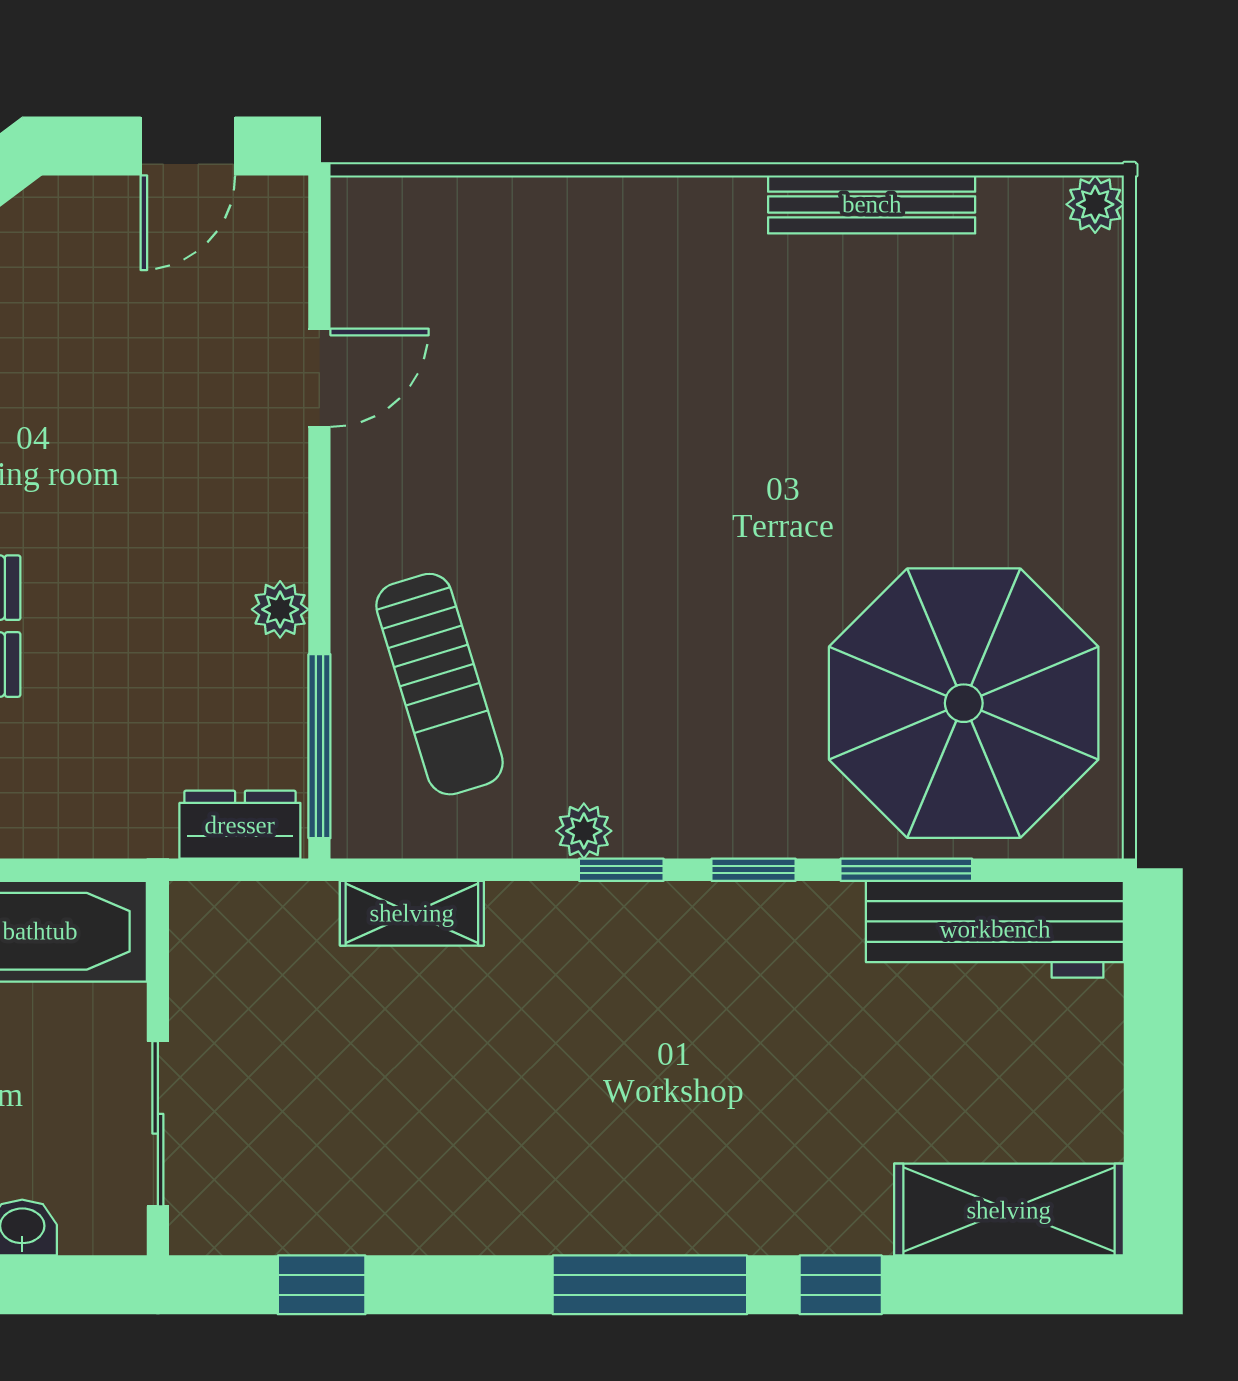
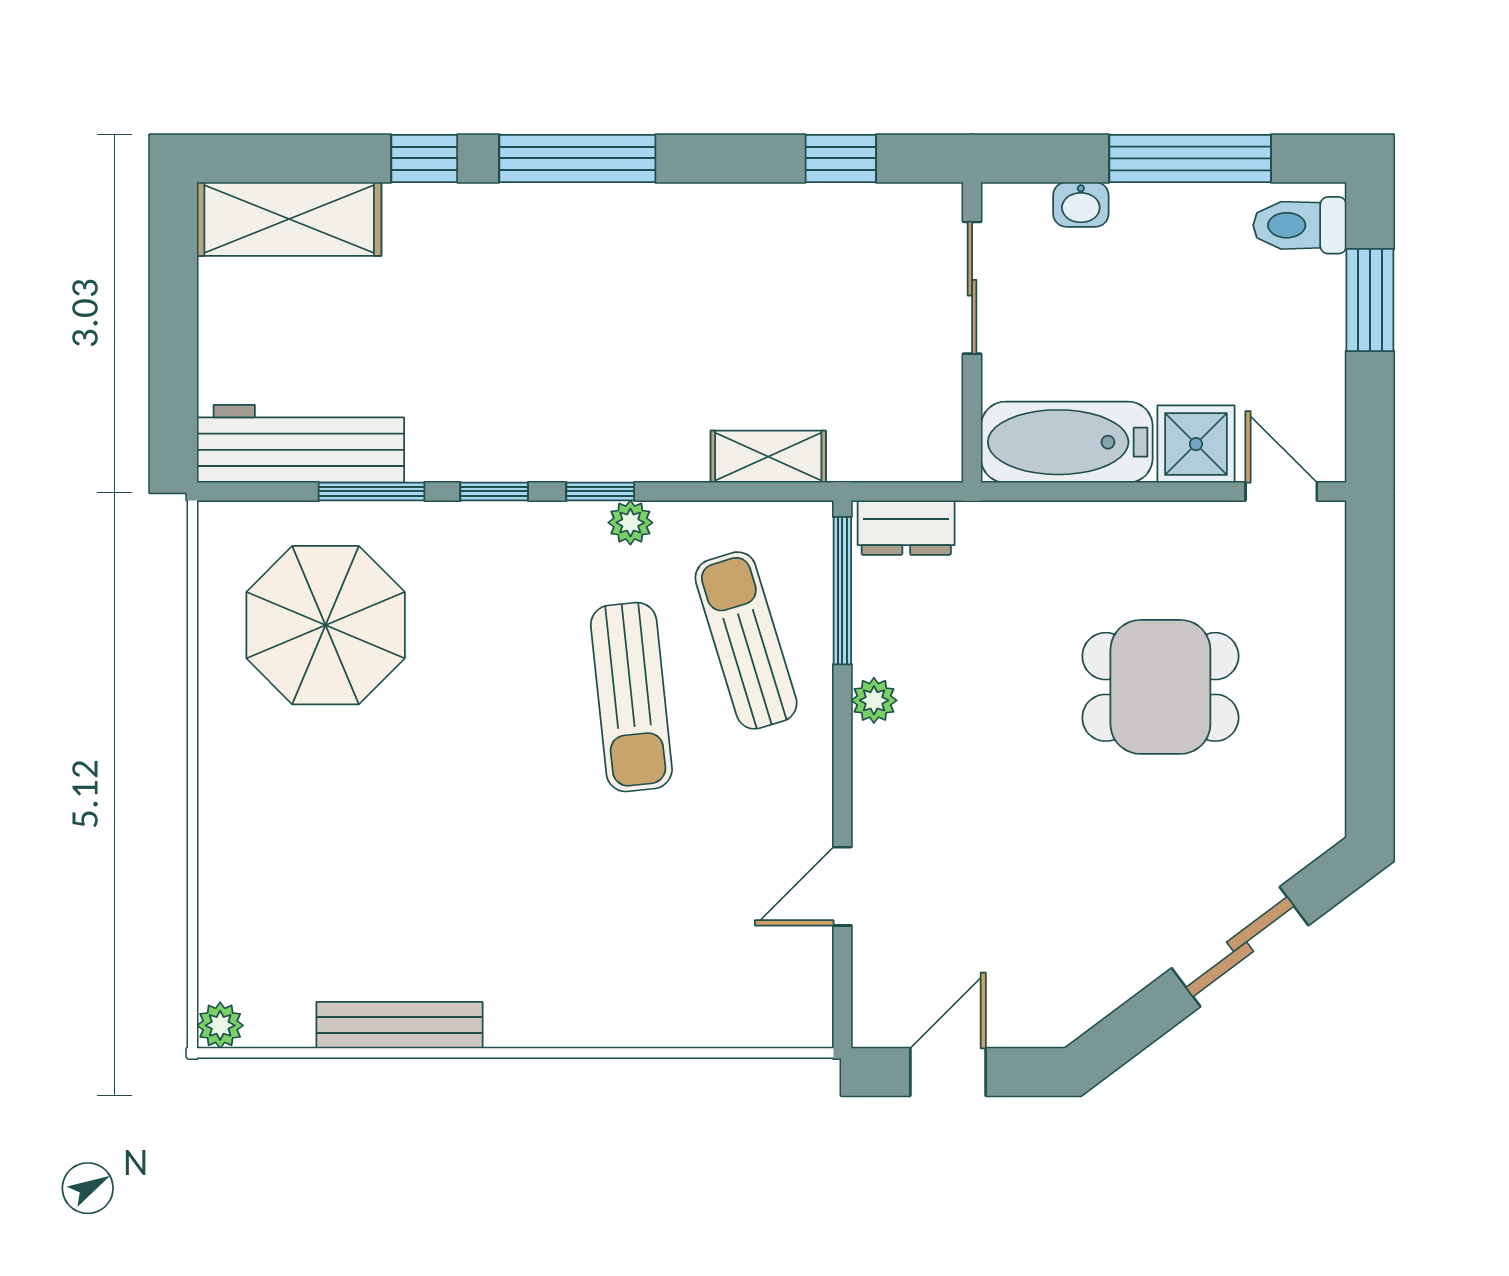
sun lounger: (582, 614) -> (631, 697), added
parasol: (964, 703) -> (326, 625), width x0.73, depth x0.73

